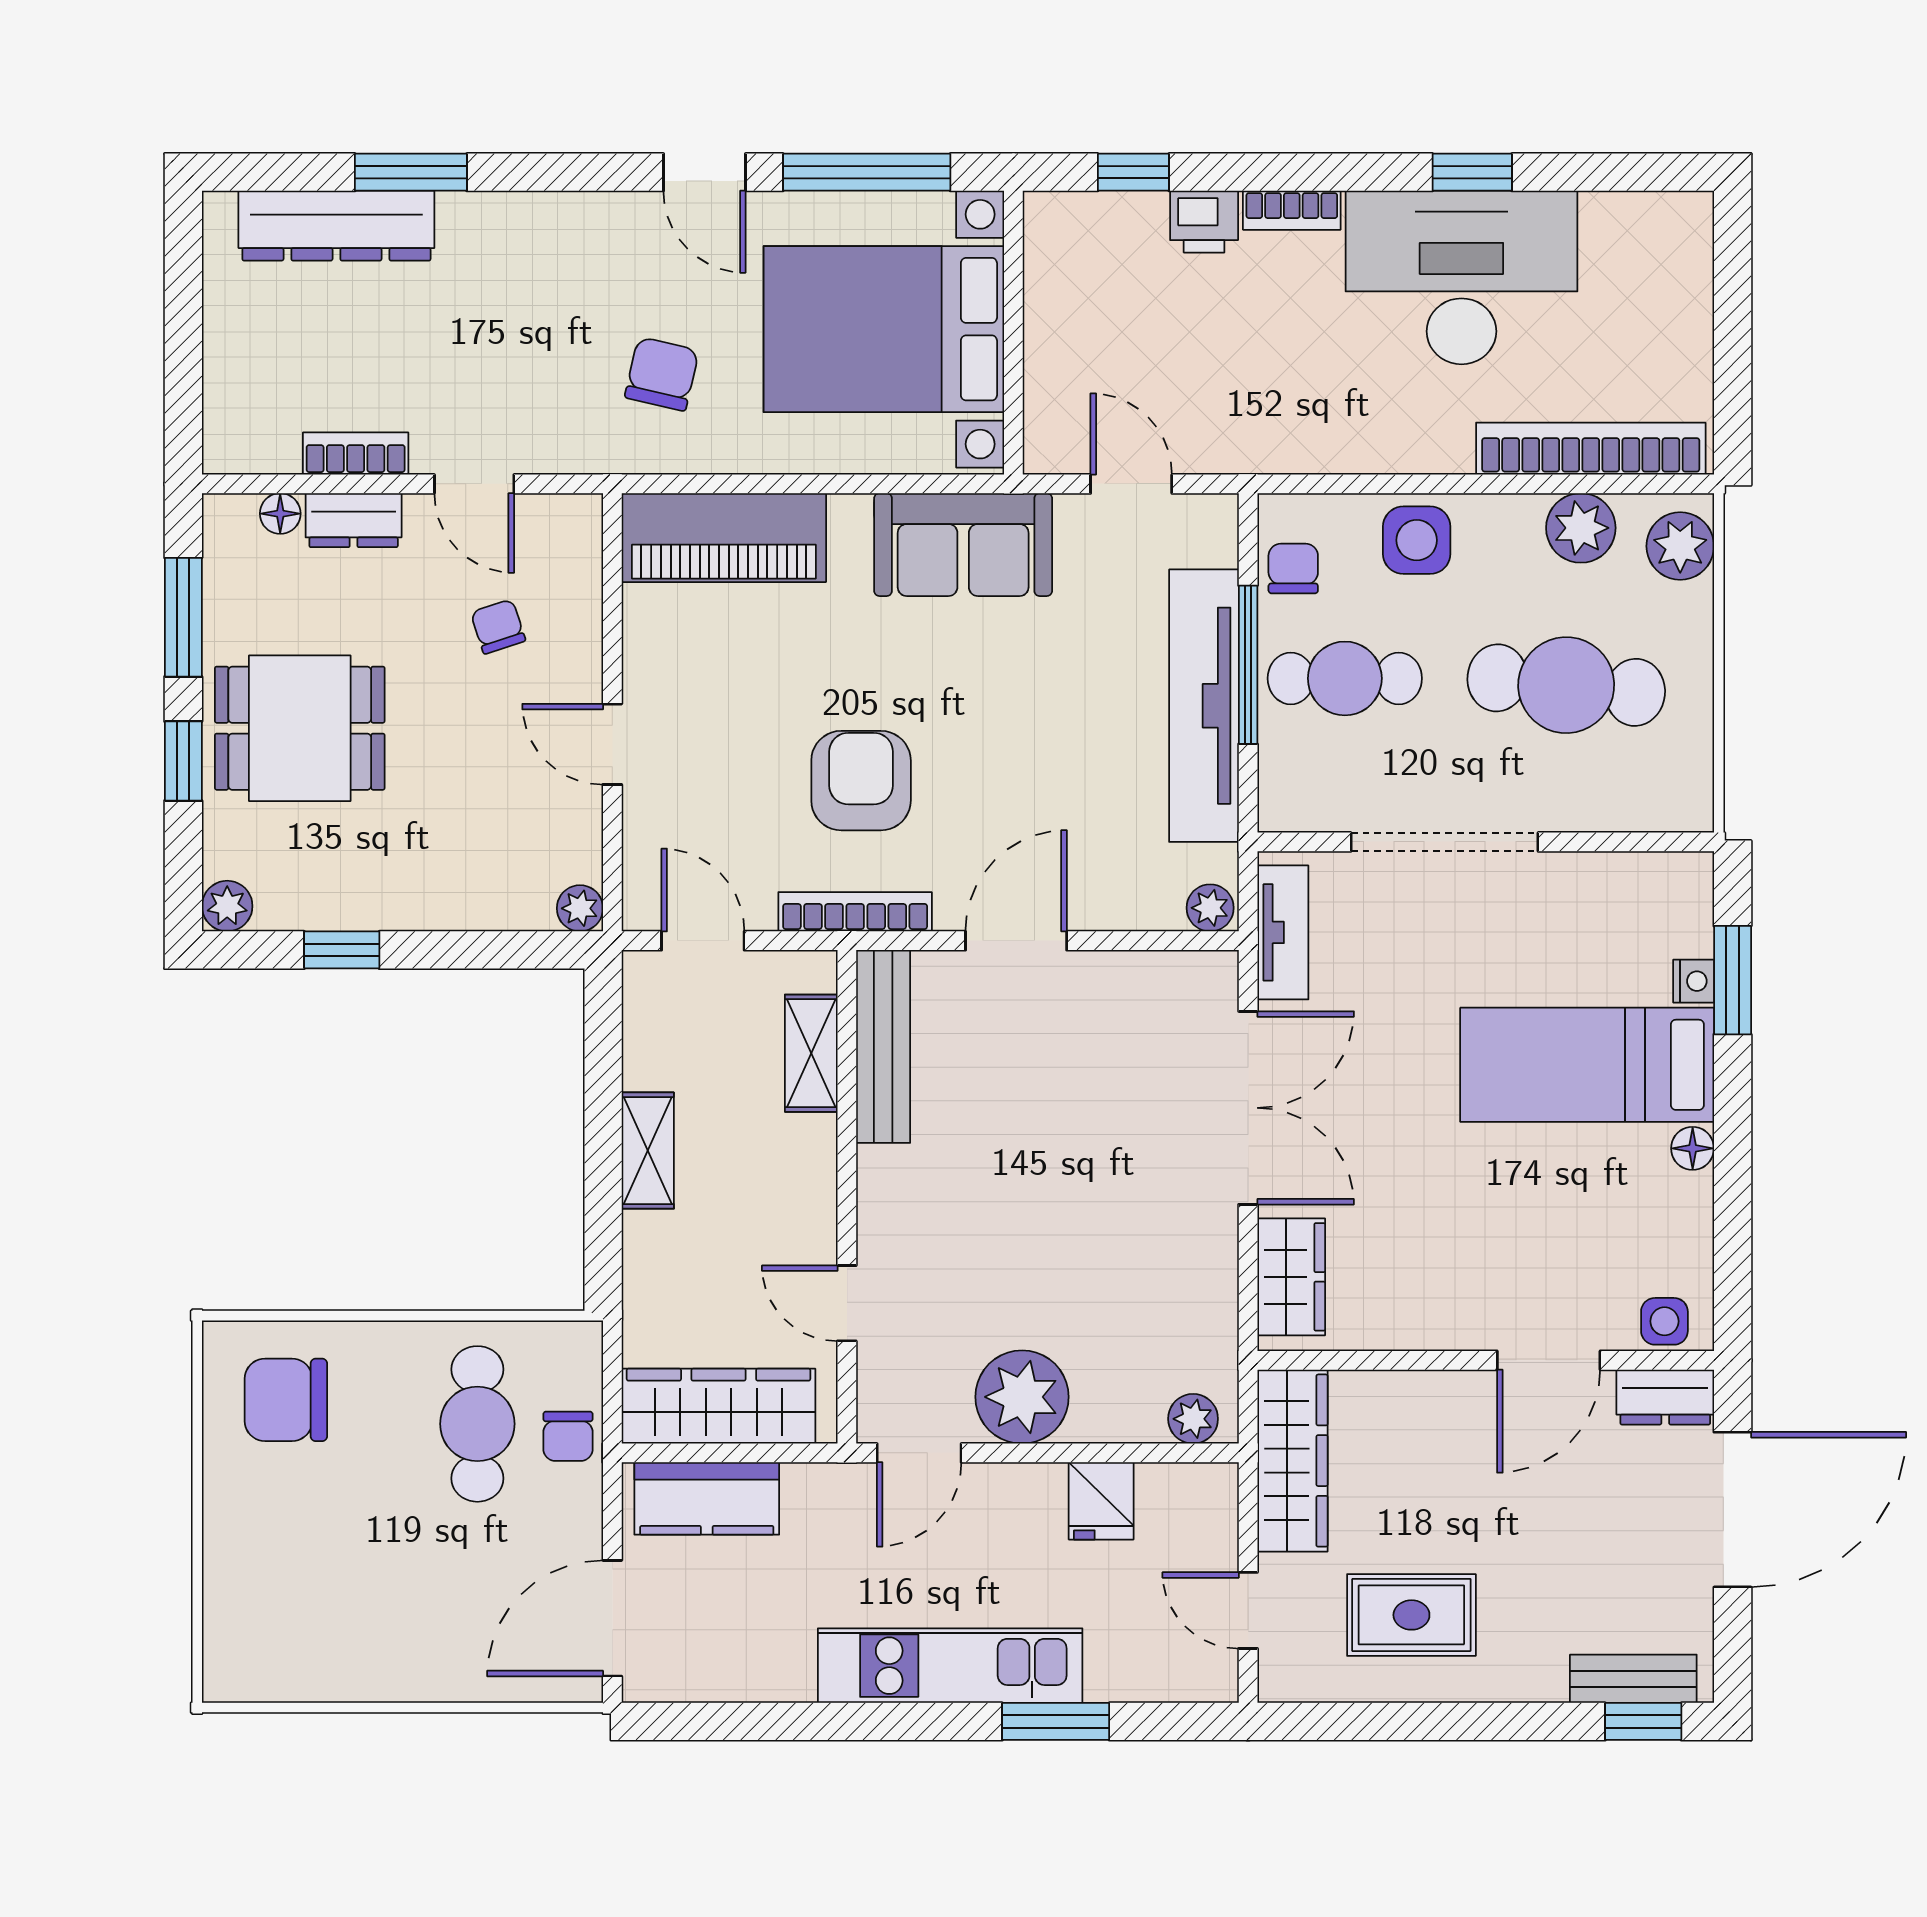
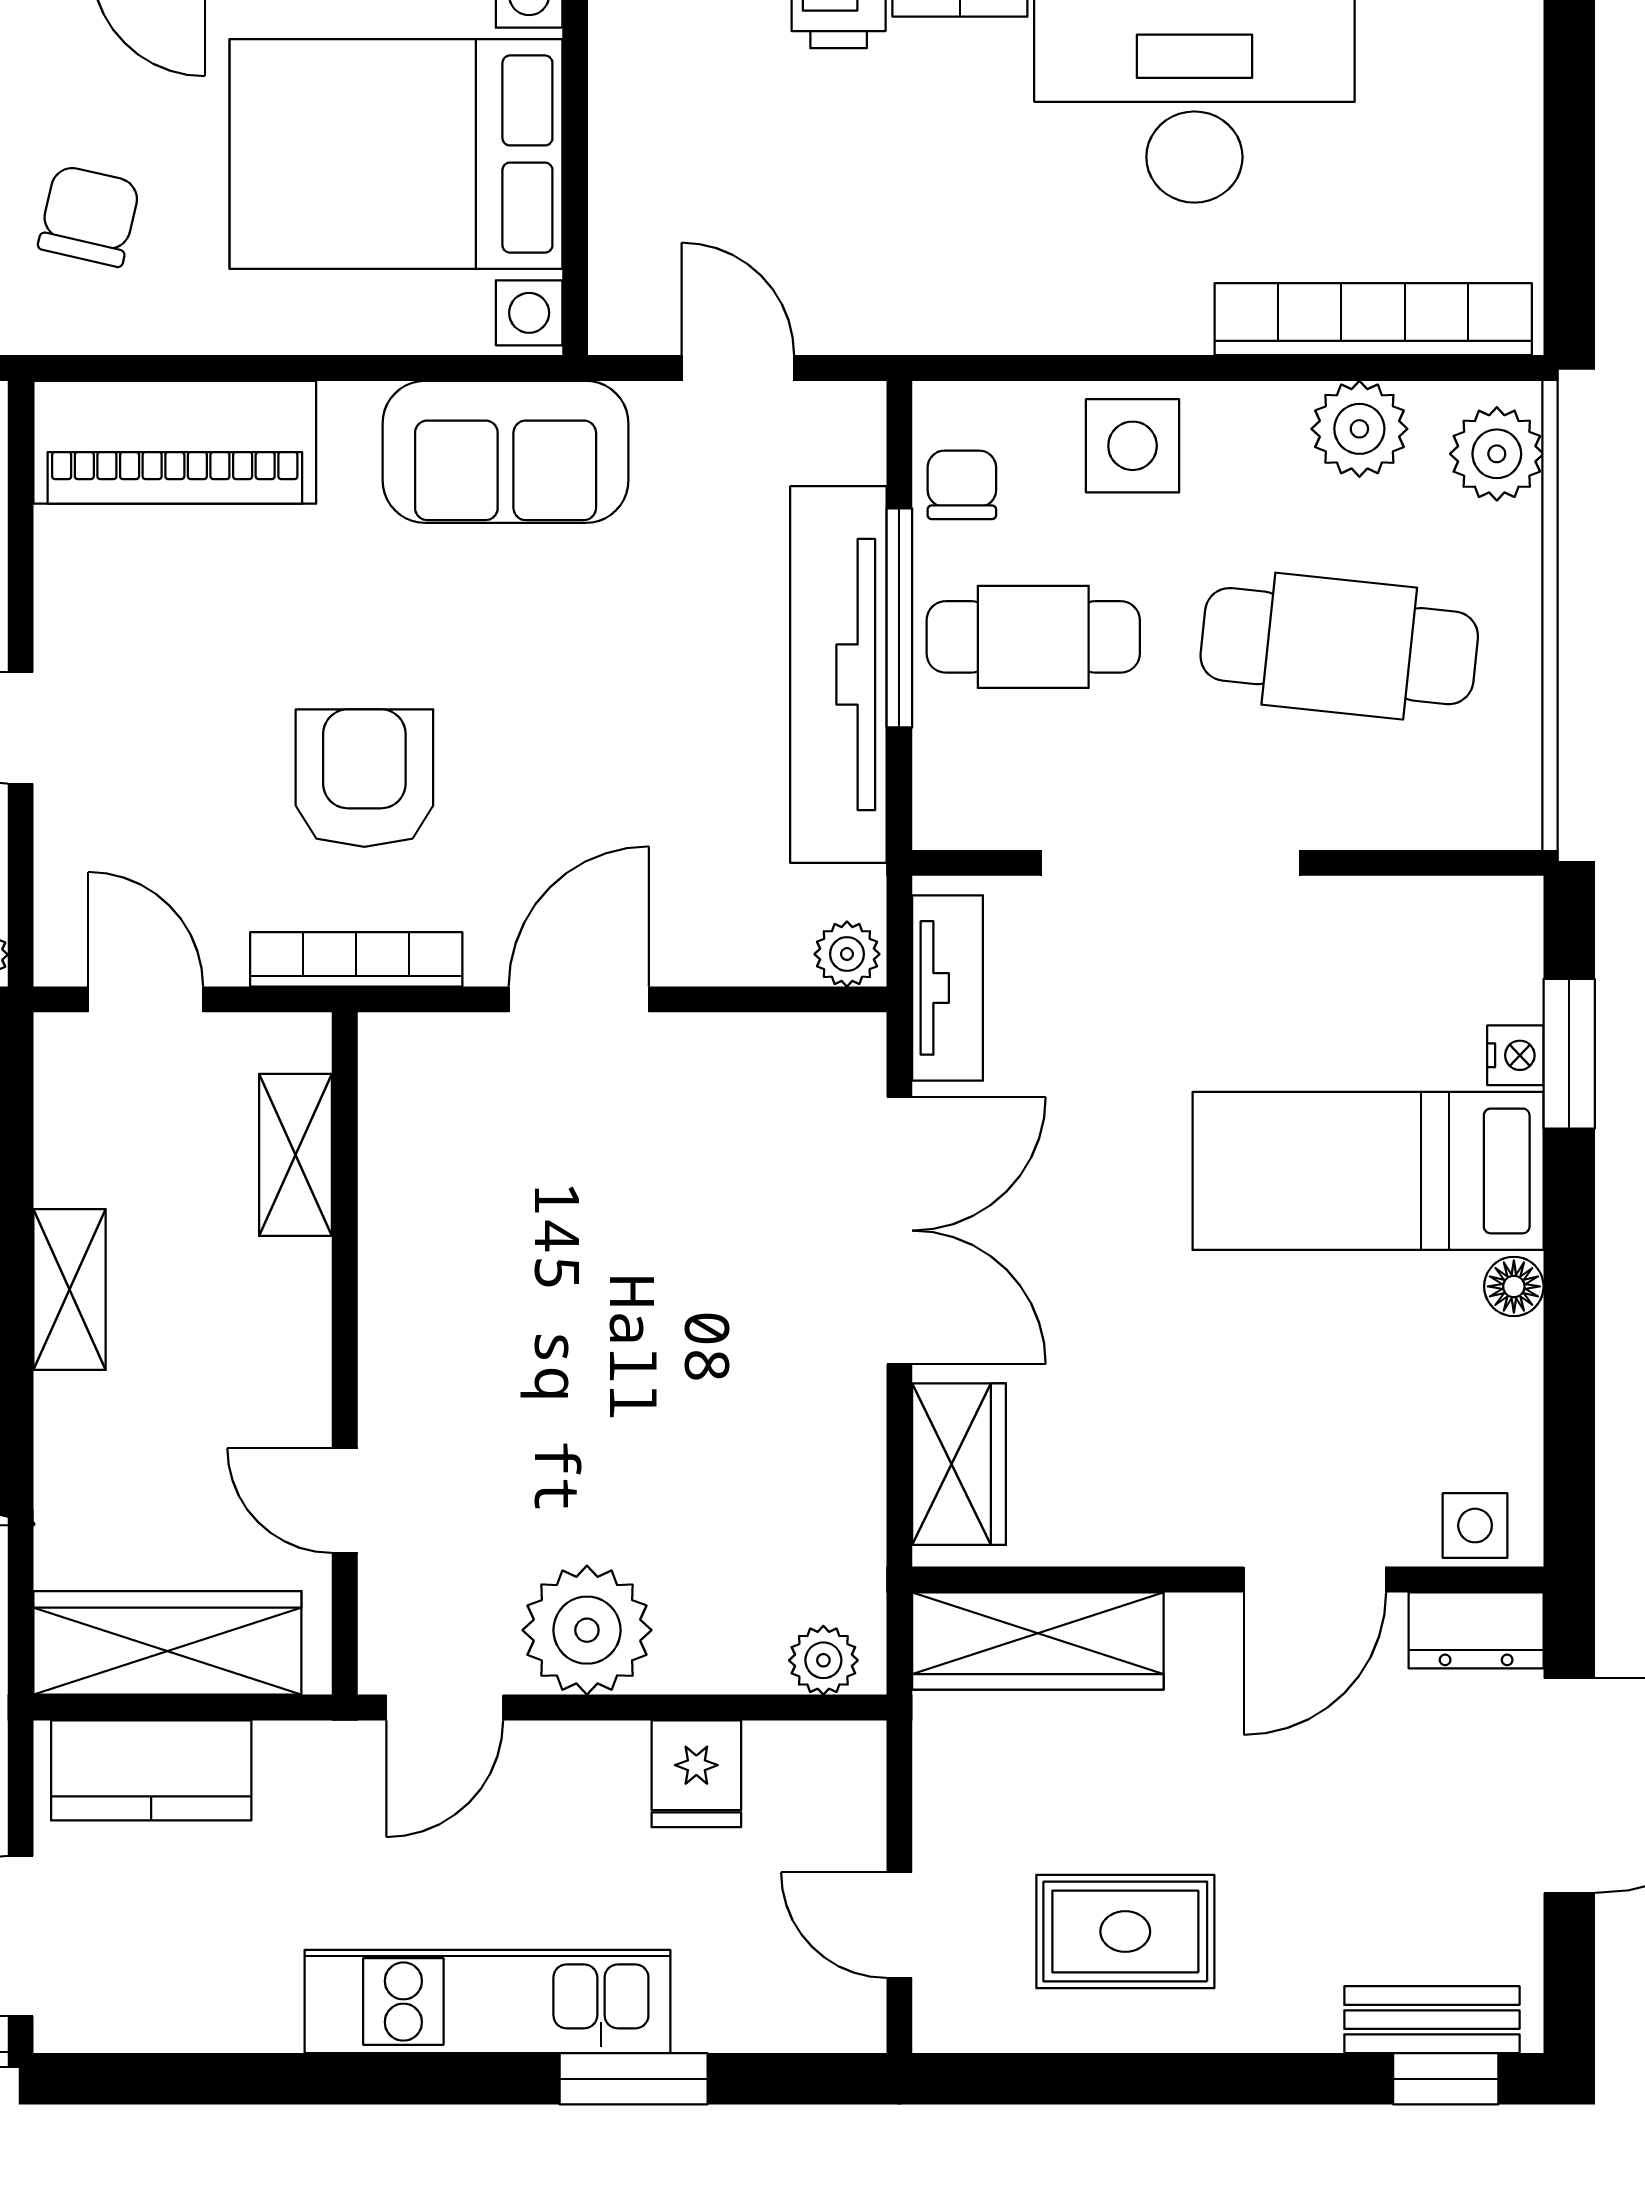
bench: (883, 1046) -> (395, 1146), removed
wardrobe: (1292, 1461) -> (1038, 1641), moved, turned 90

